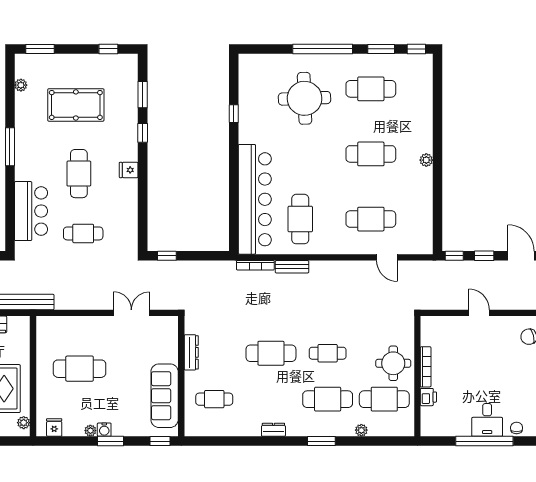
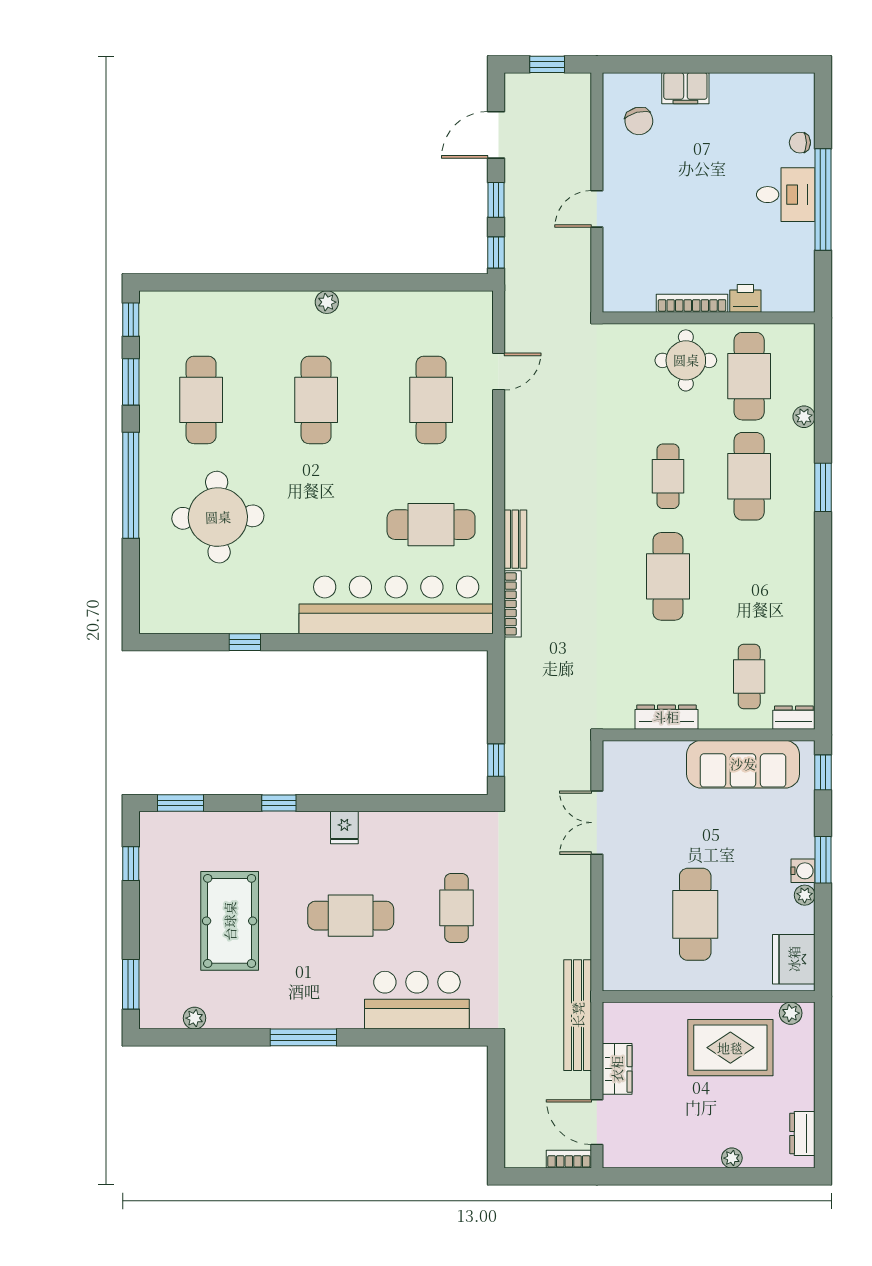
window: (143, 95) -> (180, 803), moved
fridge: (54, 427) -> (794, 959), width x1.88, depth x1.34
dresser: (273, 430) -> (794, 718), moved, turned 90

